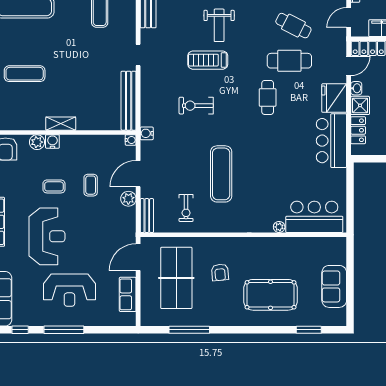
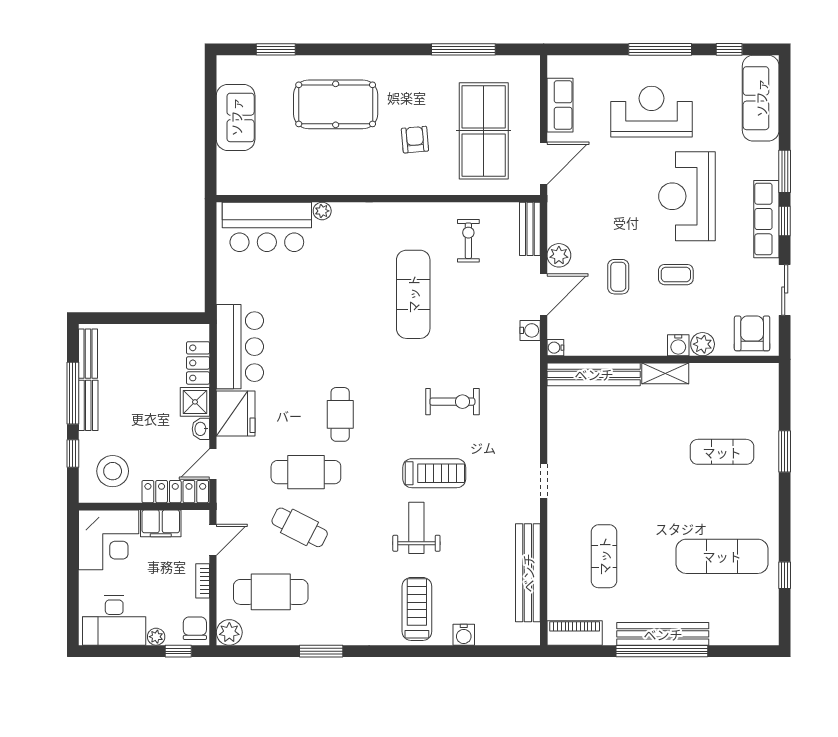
bench: (129, 101) -> (594, 374), moved, turned 90
water cooler: (147, 133) -> (530, 330), moved

